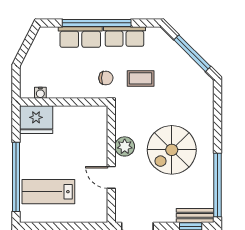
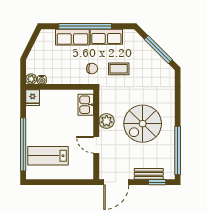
plant: (26, 92) -> (31, 79), added
fridge: (36, 120) -> (33, 98), width x0.53, depth x0.75
kitchen sink: (98, 125) -> (86, 105), added
bench: (195, 215) -> (149, 174), moved

